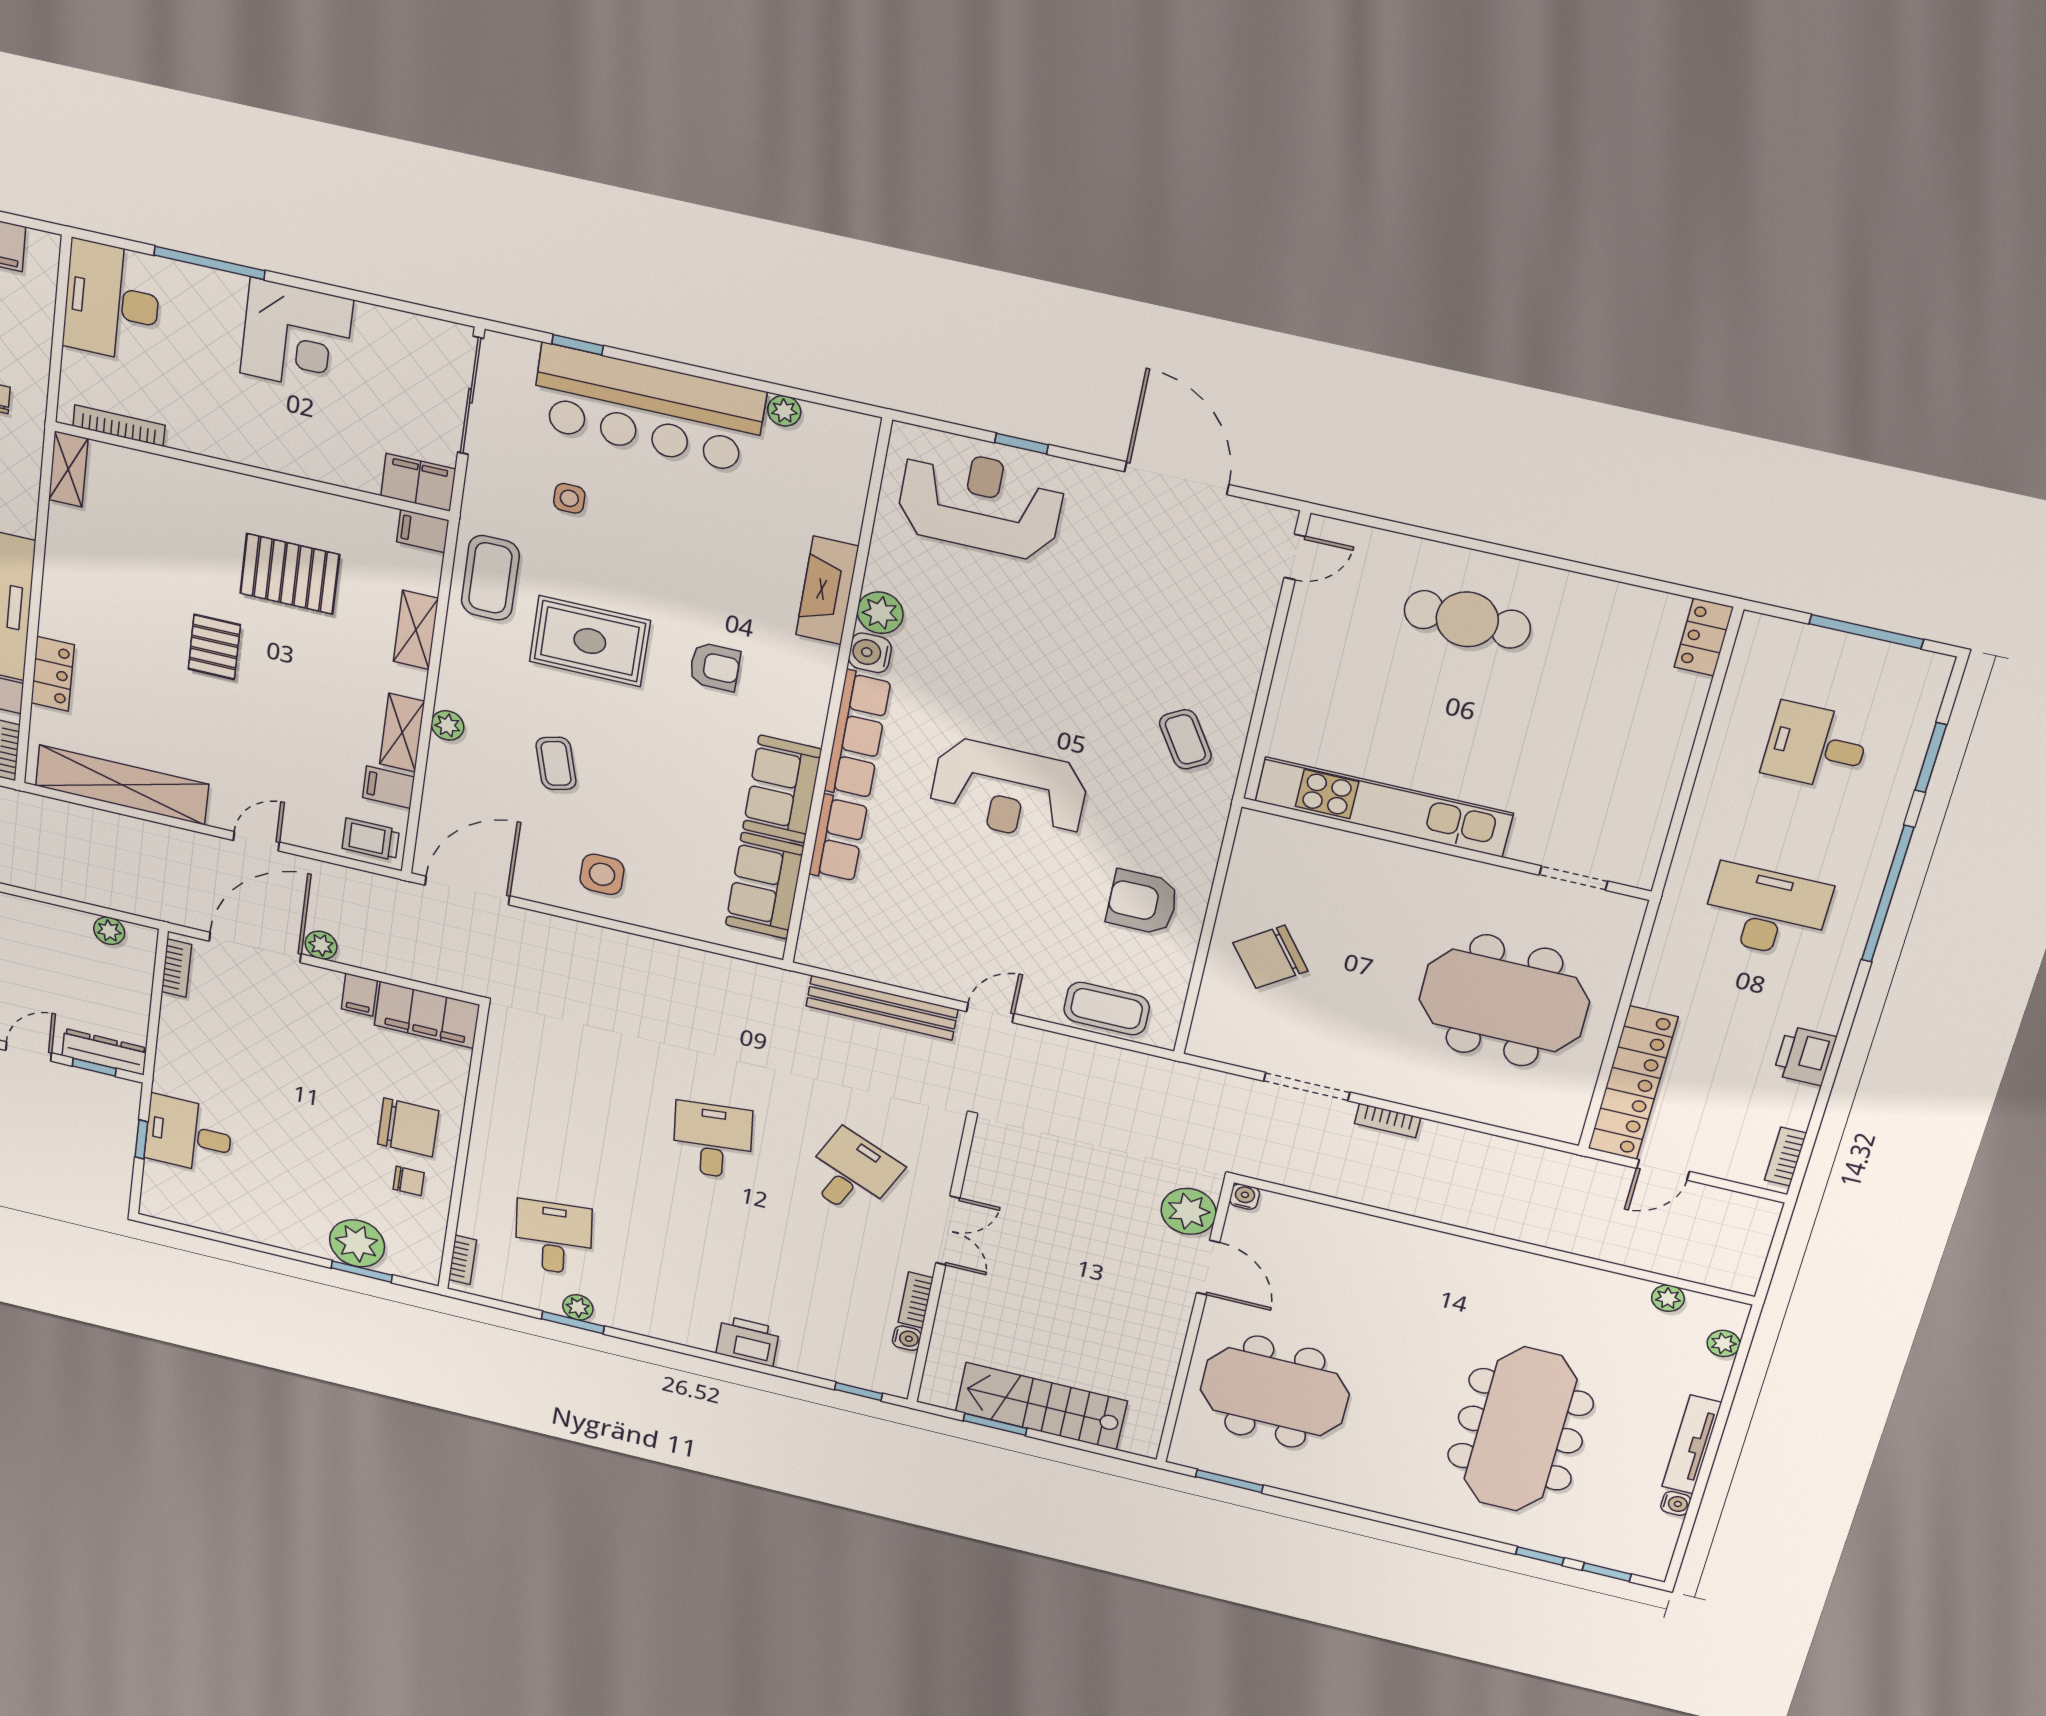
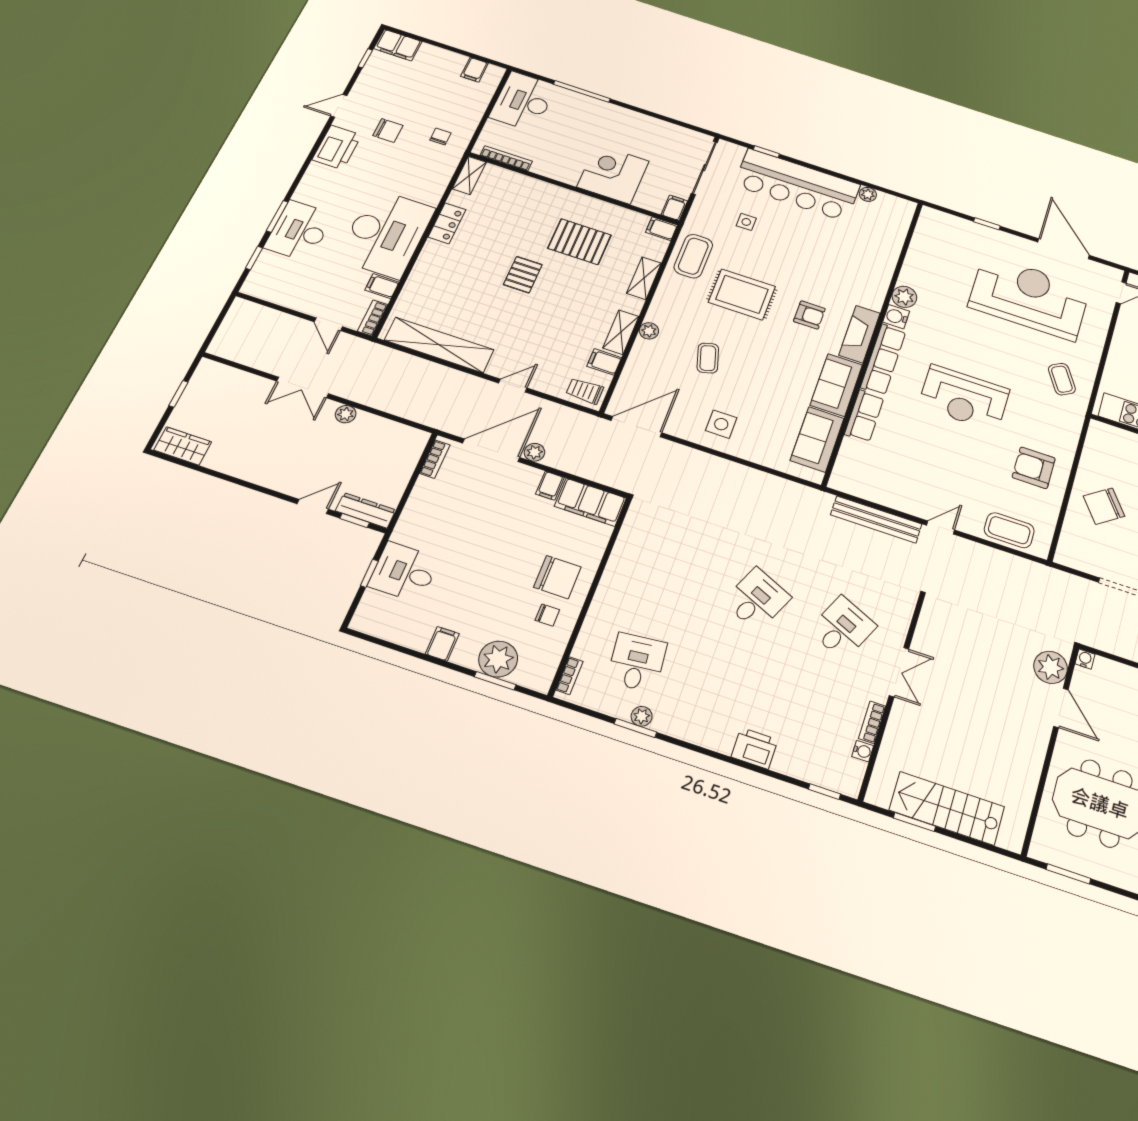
corner desk: (297, 336) -> (613, 174), moved, turned 180
filing cabinet: (418, 482) -> (674, 208), width x0.50
reception desk: (980, 503) -> (1029, 297), moved, width x1.36, depth x1.30
fireplace: (827, 590) -> (860, 334), moved
locker: (53, 674) -> (447, 223), moved
plant: (109, 931) -> (346, 414), moved
desk: (713, 1140) -> (757, 599), turned 30
filing cabinet: (274, 1228) -> (442, 644), added

